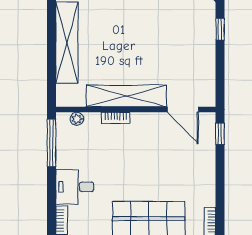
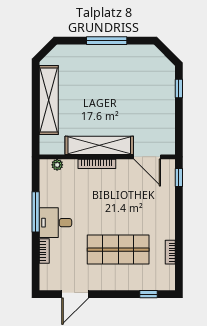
bookcase: (116, 118) -> (97, 164), width x1.56
window: (52, 143) -> (36, 212), moved

